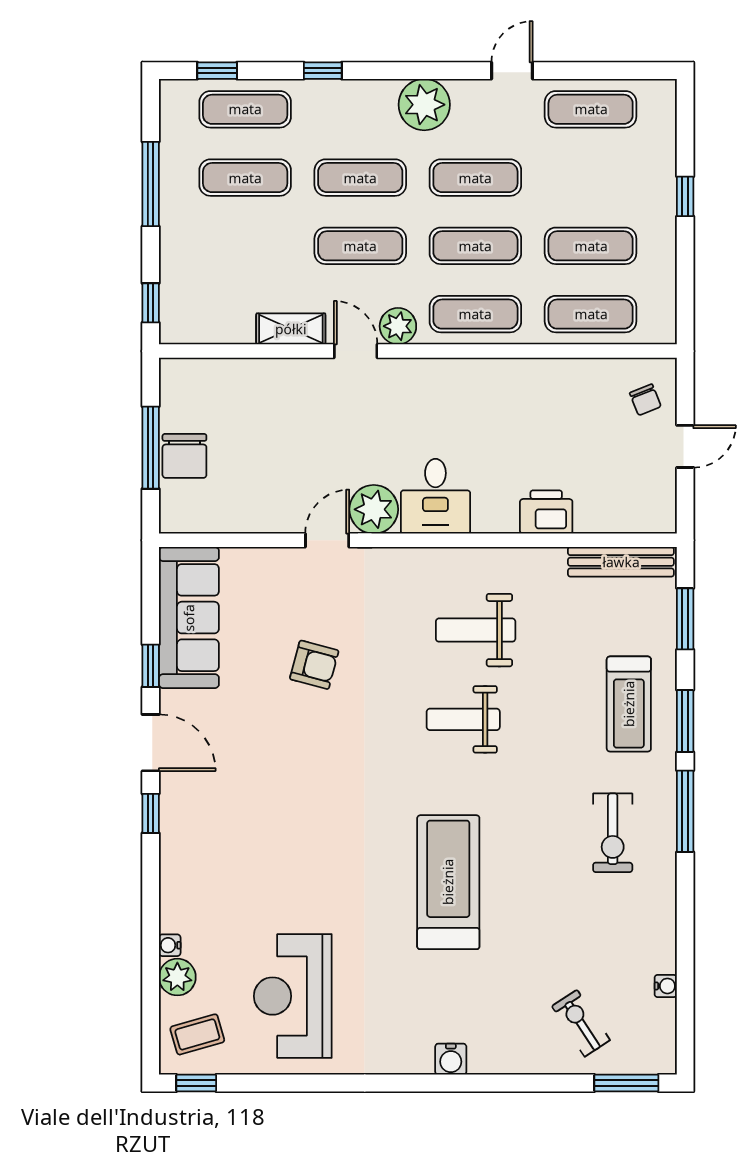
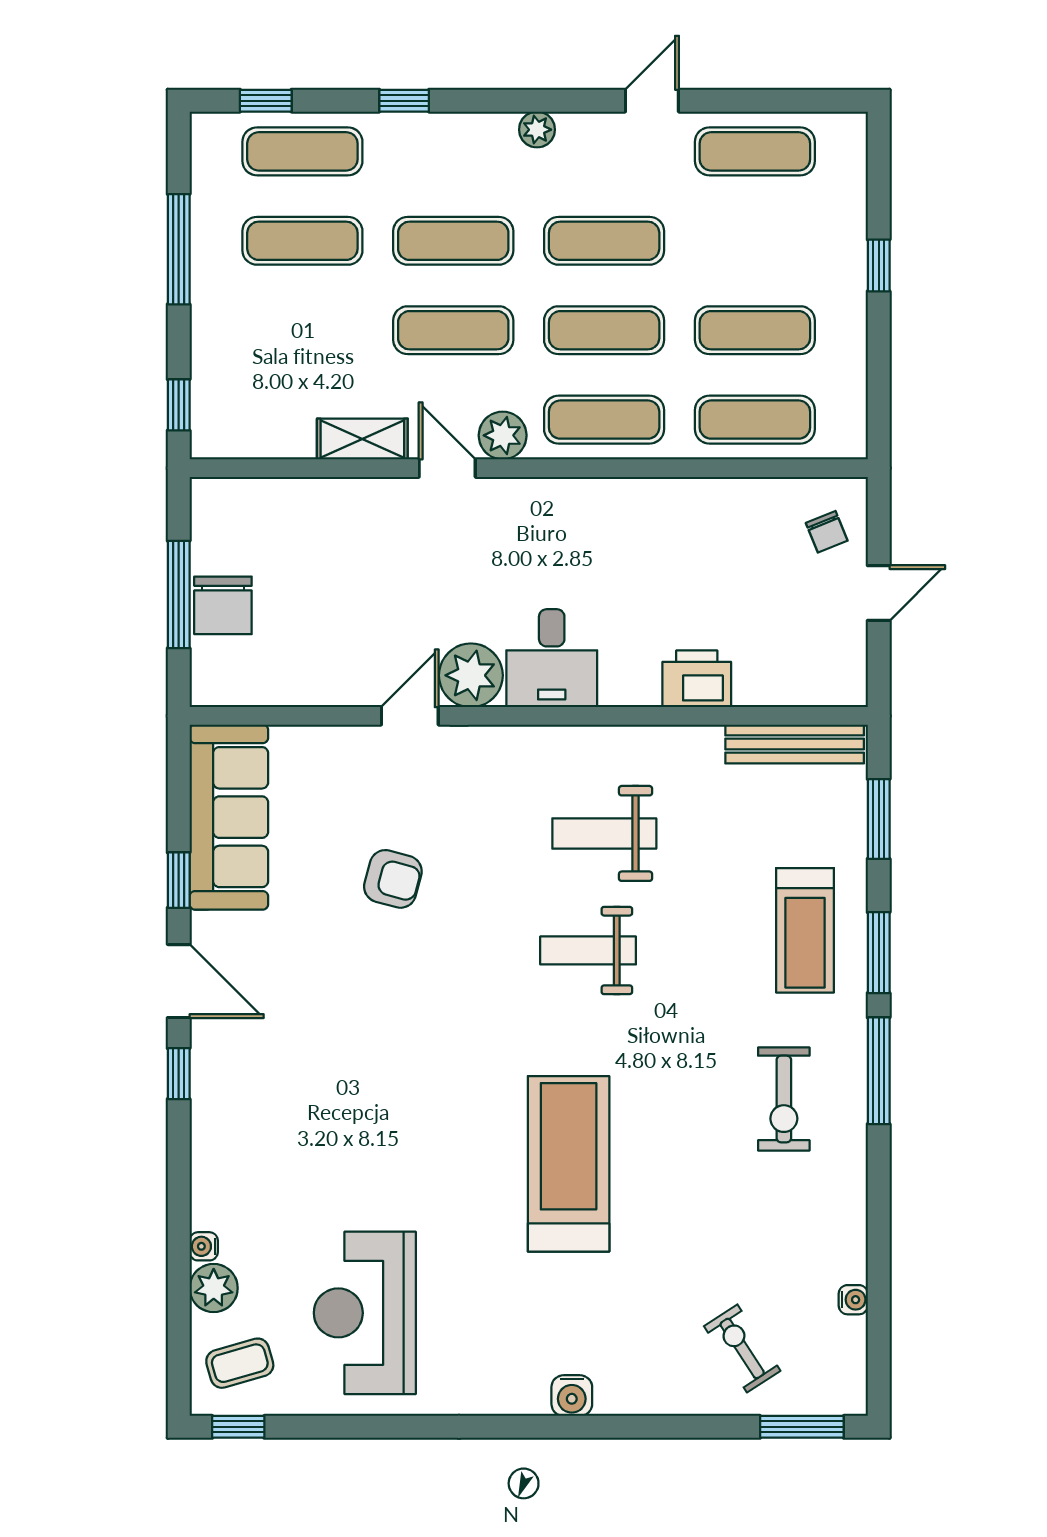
plant: (424, 105) -> (537, 130), width x0.53, depth x0.53

